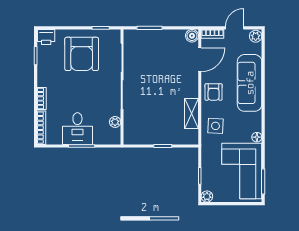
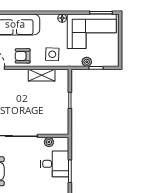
armchair: (214, 92) -> (23, 56), turned 180
desk: (77, 129) -> (55, 164), moved
plant: (207, 196) -> (87, 62), moved

